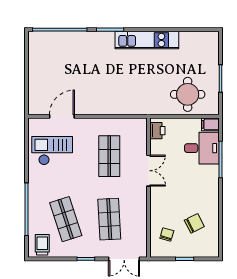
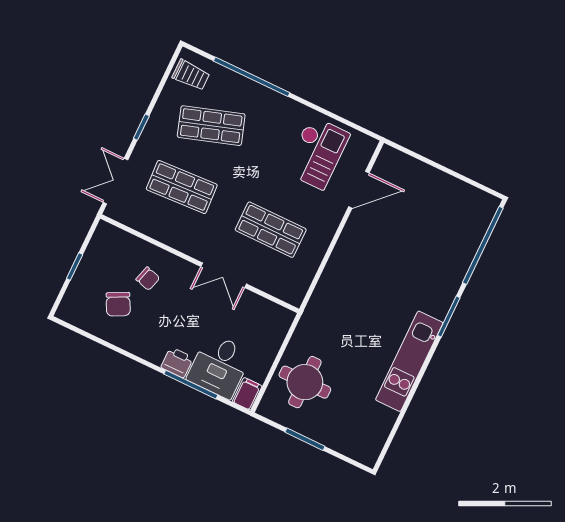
door: (62, 116) -> (359, 190), hinge flipped
printer: (157, 131) -> (177, 362), moved, turned 180
chair: (167, 234) -> (148, 279), moved

